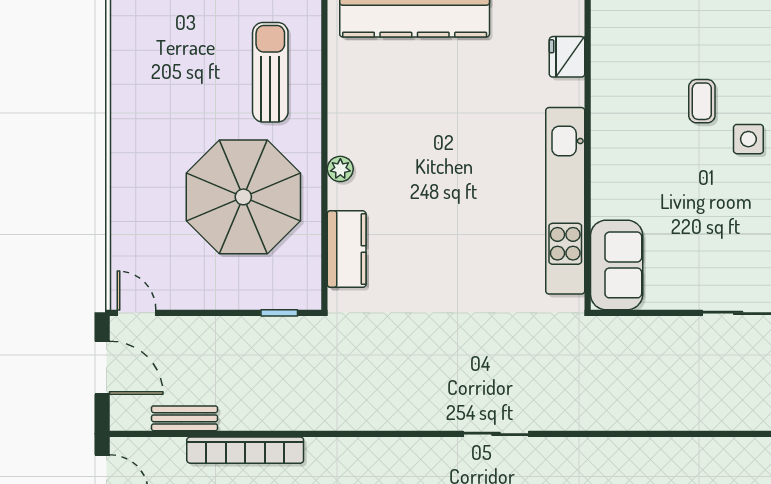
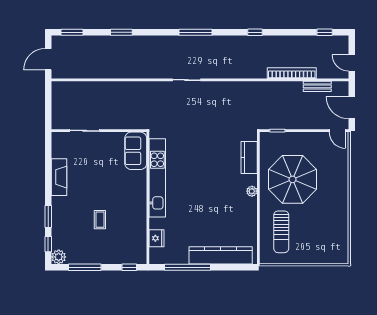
side table: (748, 139) -> (80, 204), removed

